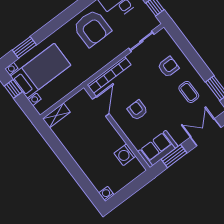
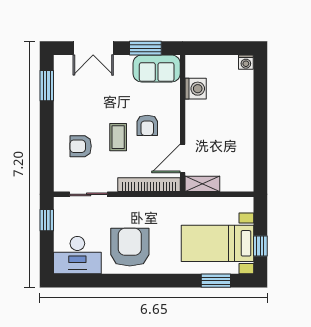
coffee table: (189, 92) -> (118, 137), moved
shelving: (56, 115) -> (202, 184), moved

